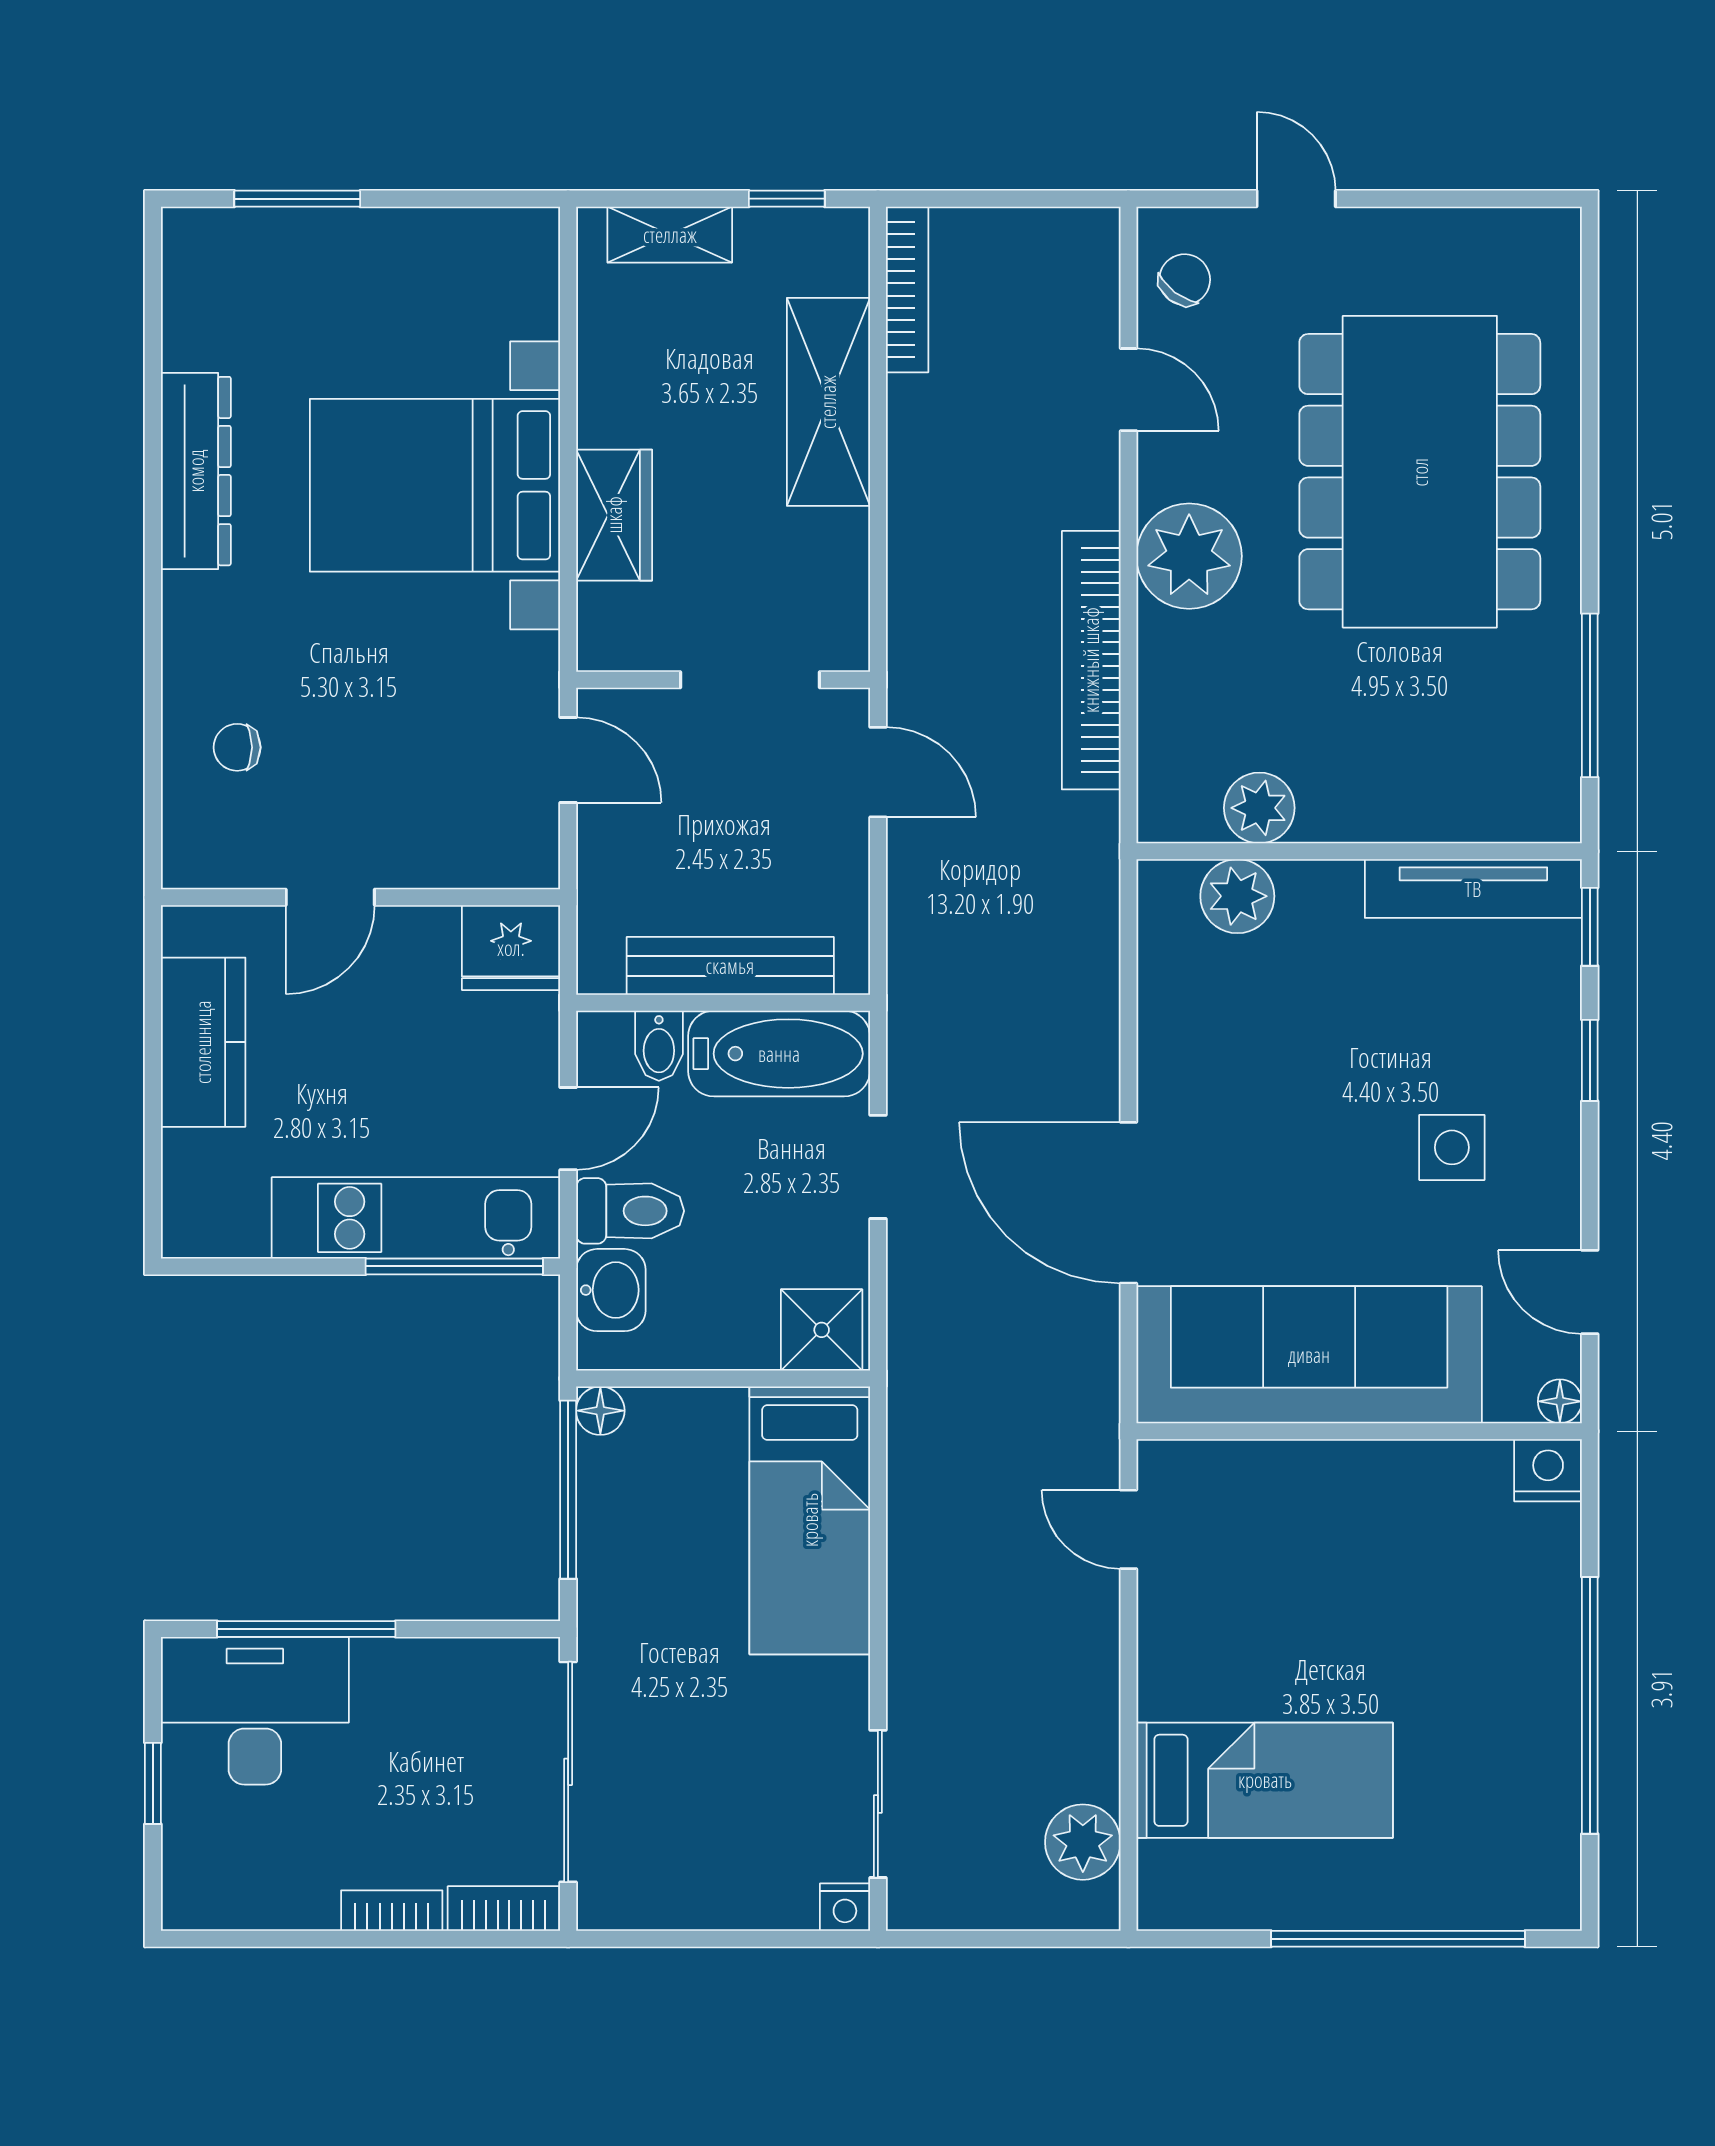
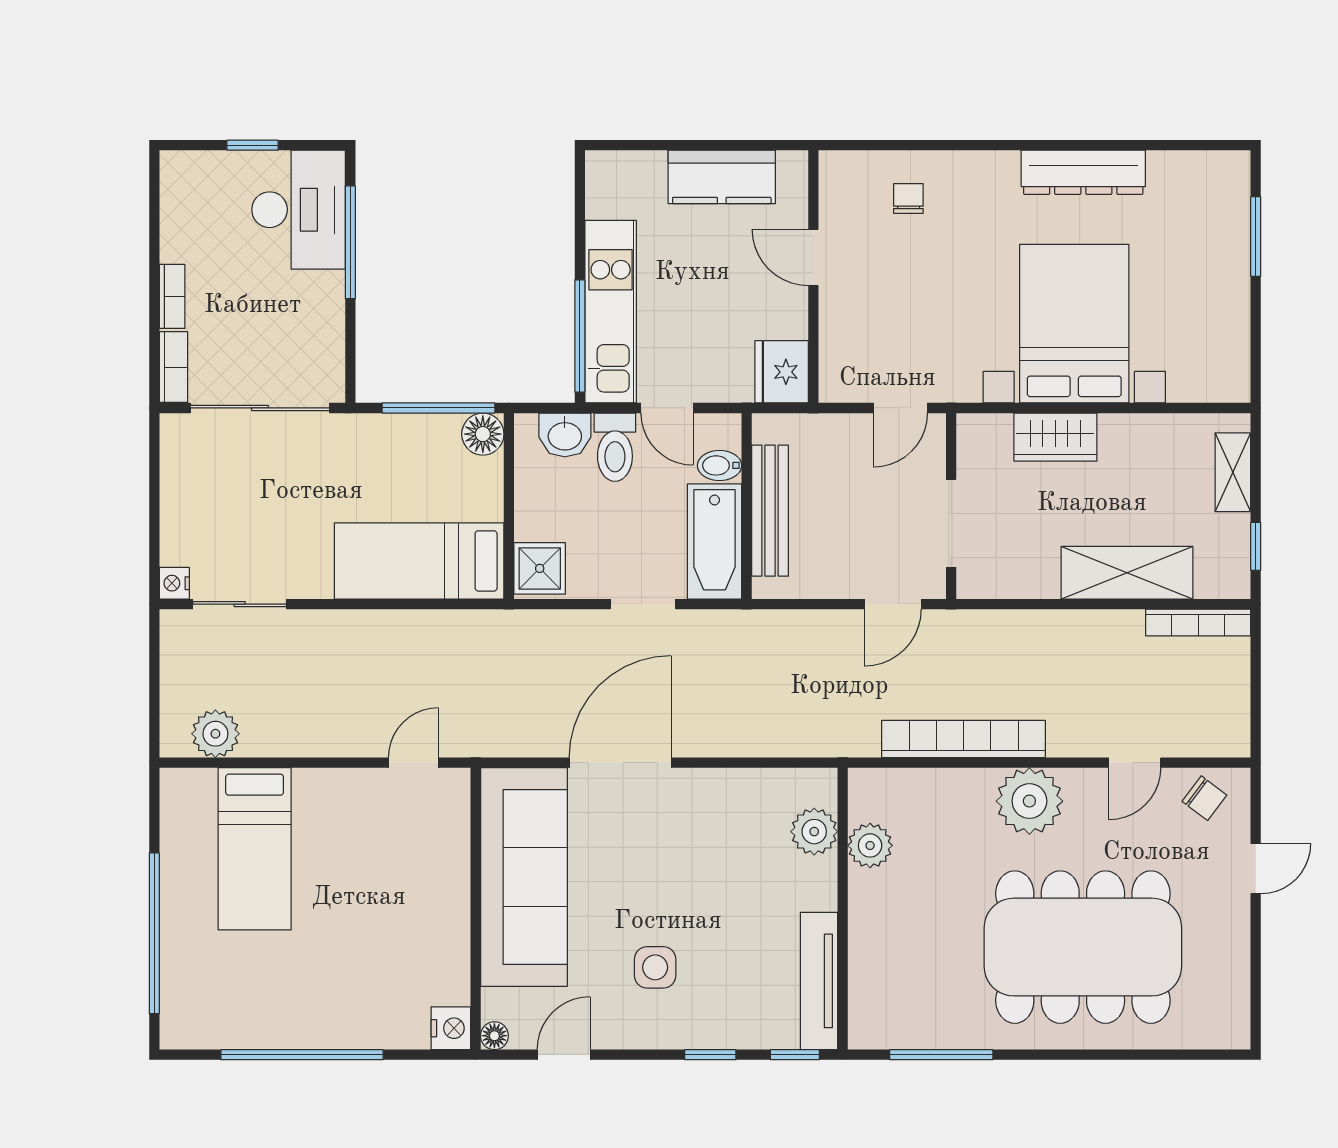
floor lamp: (600, 1411) -> (483, 434), width x1.37, depth x1.37

